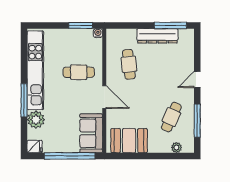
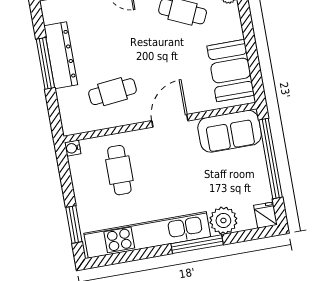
window: (81, 25) -> (74, 224), moved
window: (170, 25) -> (45, 63), moved
cafe table: (79, 72) -> (119, 170), moved

